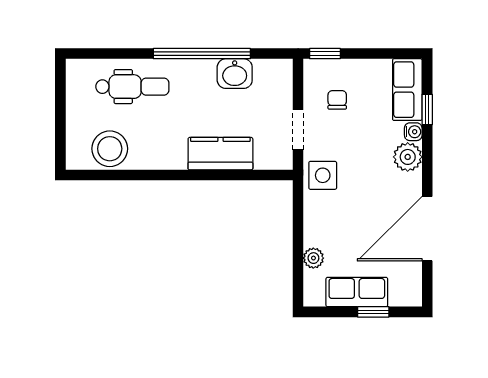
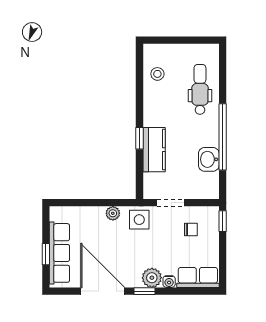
dental chair: (132, 87) -> (200, 89), turned 180
window: (427, 110) -> (144, 291), moved
stool: (110, 149) -> (157, 74), width x0.53, depth x0.53
window: (204, 175) -> (139, 138), added
plant: (313, 258) -> (113, 213), moved
row of seats: (357, 292) -> (59, 253), width x1.48

